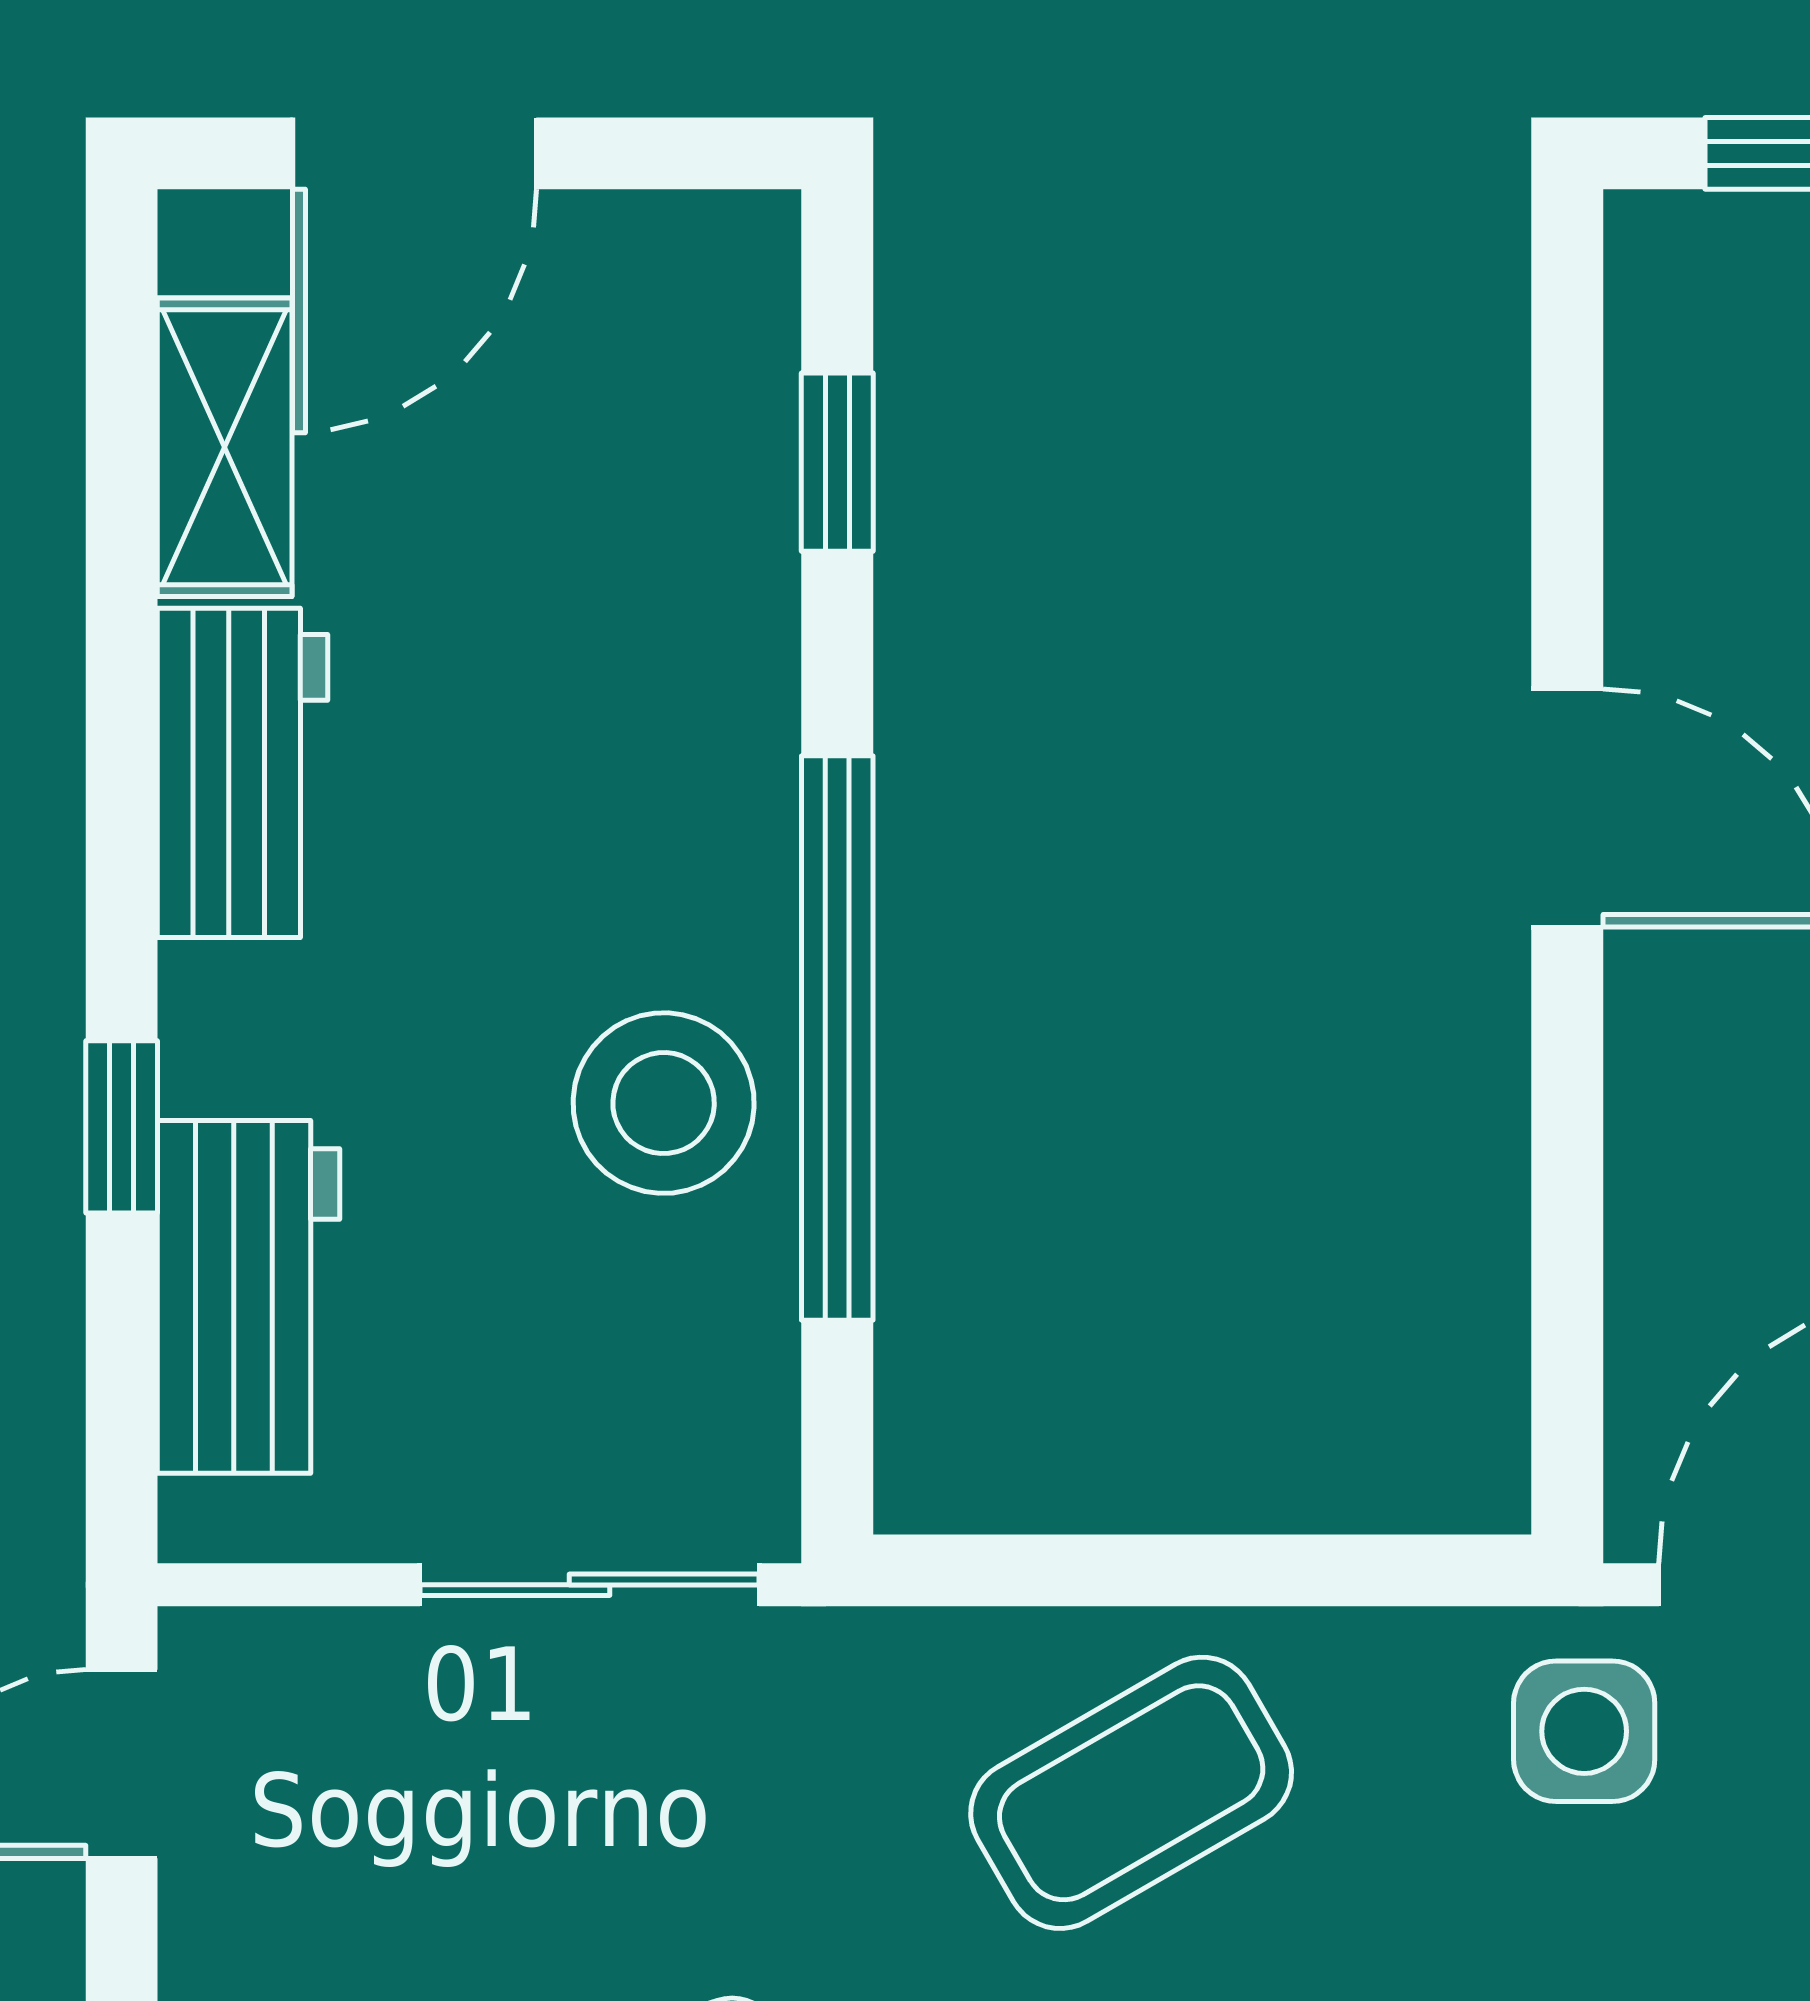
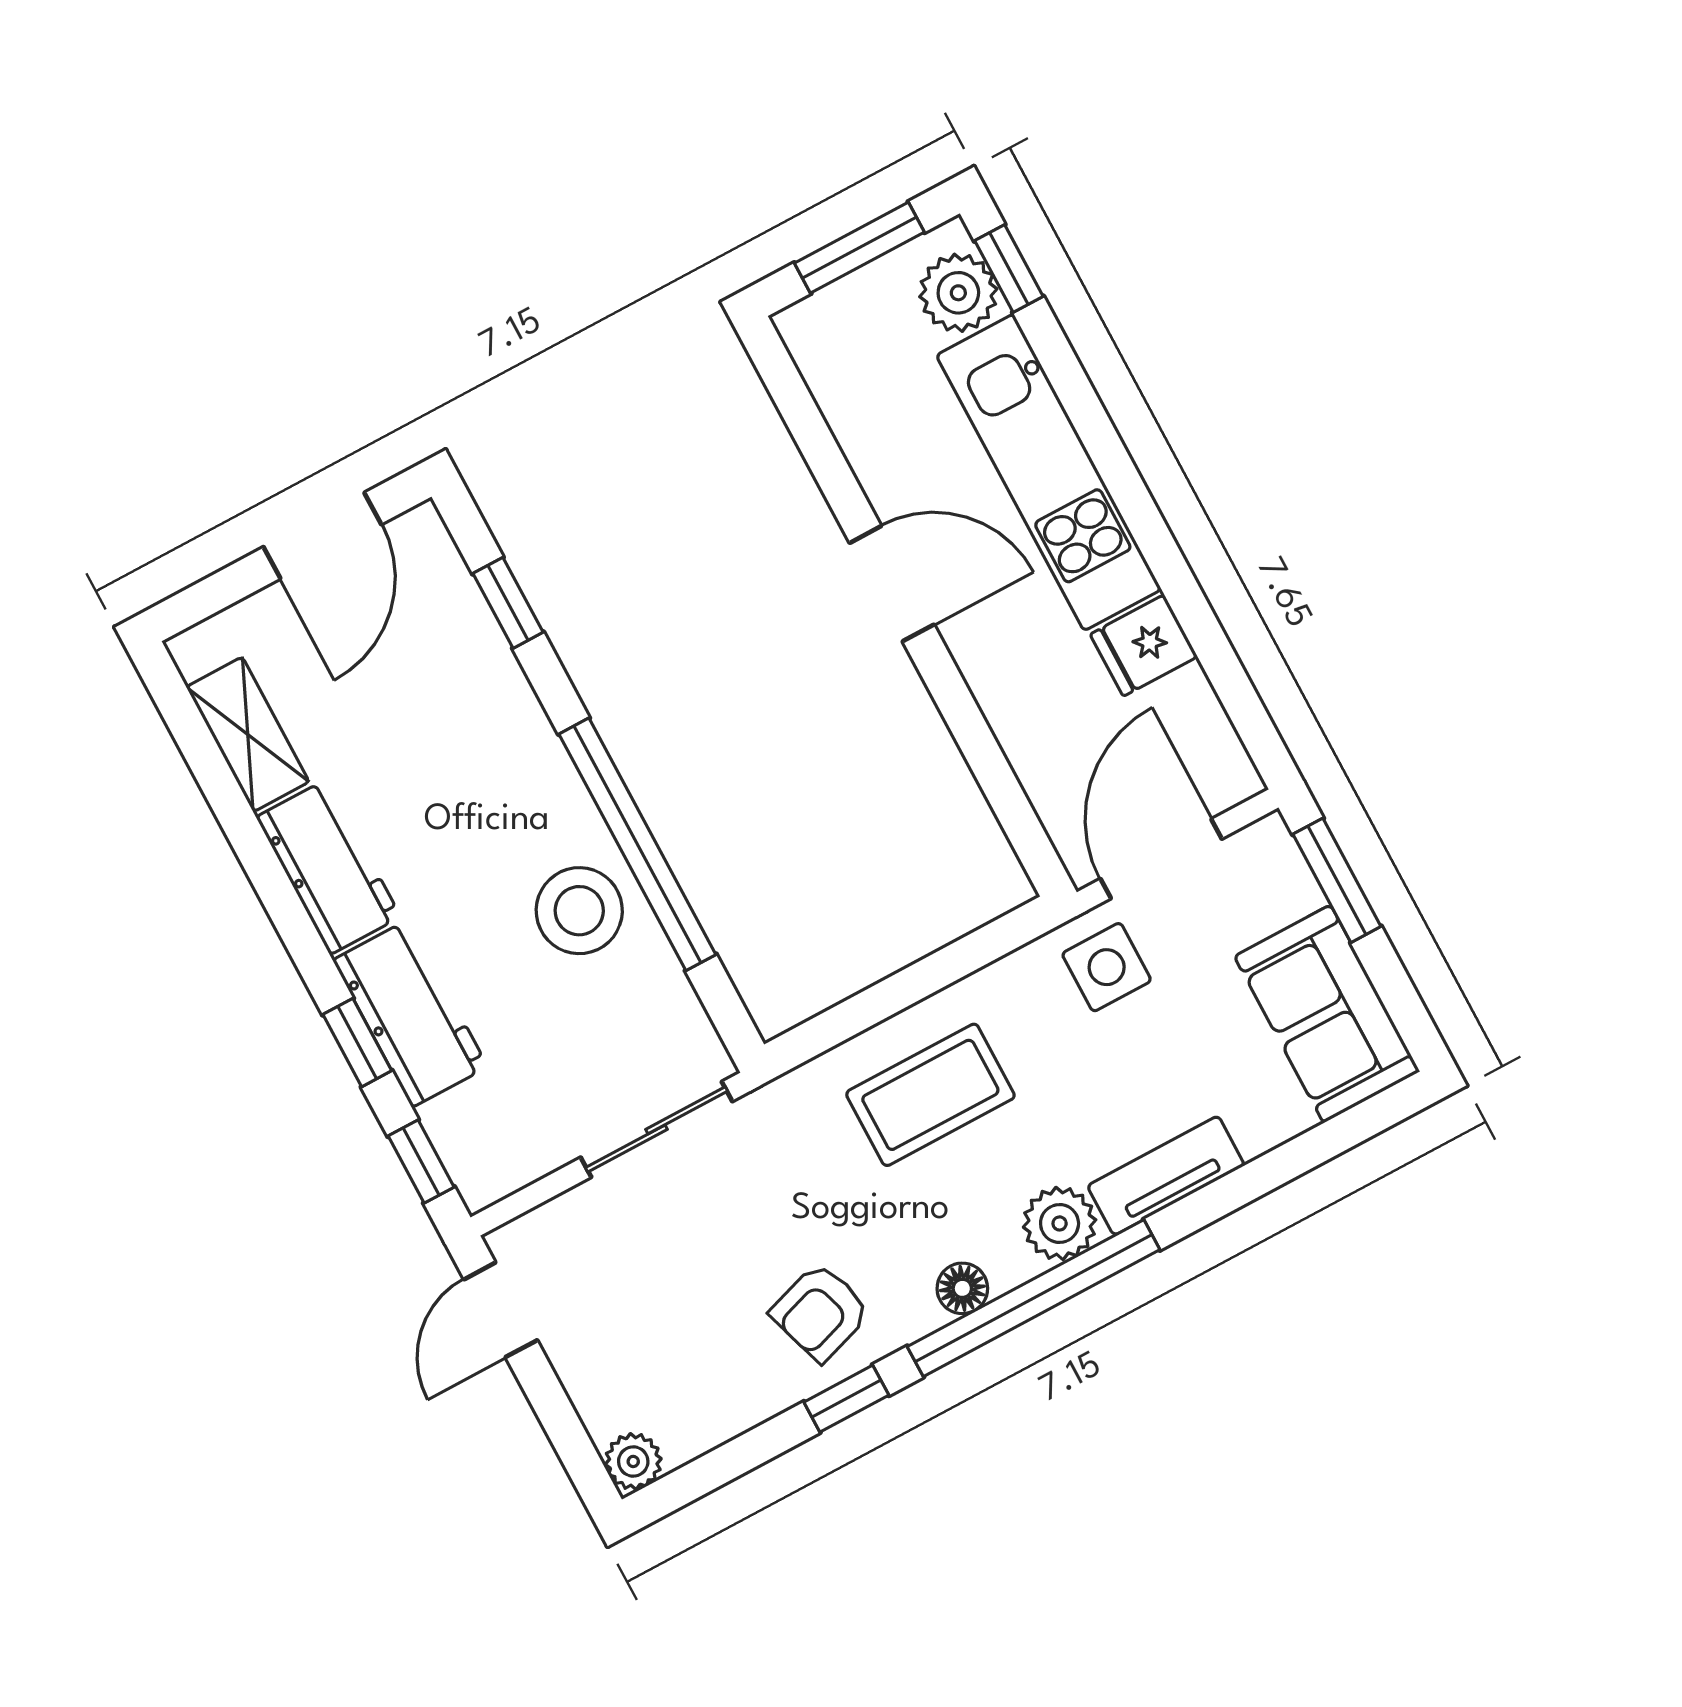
door: (414, 153) -> (322, 536), moved
workbench: (249, 1297) -> (410, 1013), moved
window: (122, 1411) -> (421, 1162), added
coffee table: (1131, 1793) -> (930, 1095), turned 30

